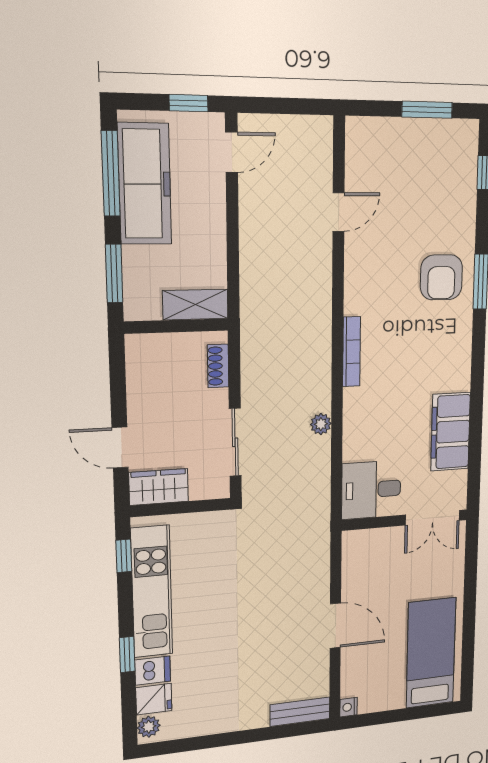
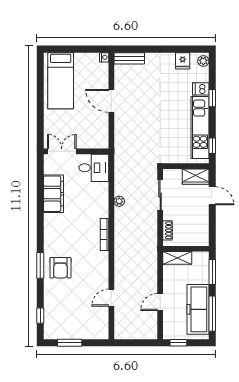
door: (232, 152) -> (160, 302), moved
armchair: (441, 277) -> (60, 268), turned 180
fridge: (154, 699) -> (183, 61), moved, turned -90

